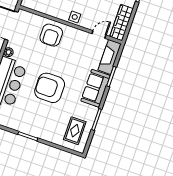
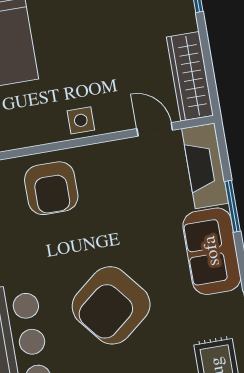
door: (99, 34) -> (155, 129), hinge flipped
armchair: (50, 88) -> (111, 305), turned -39

